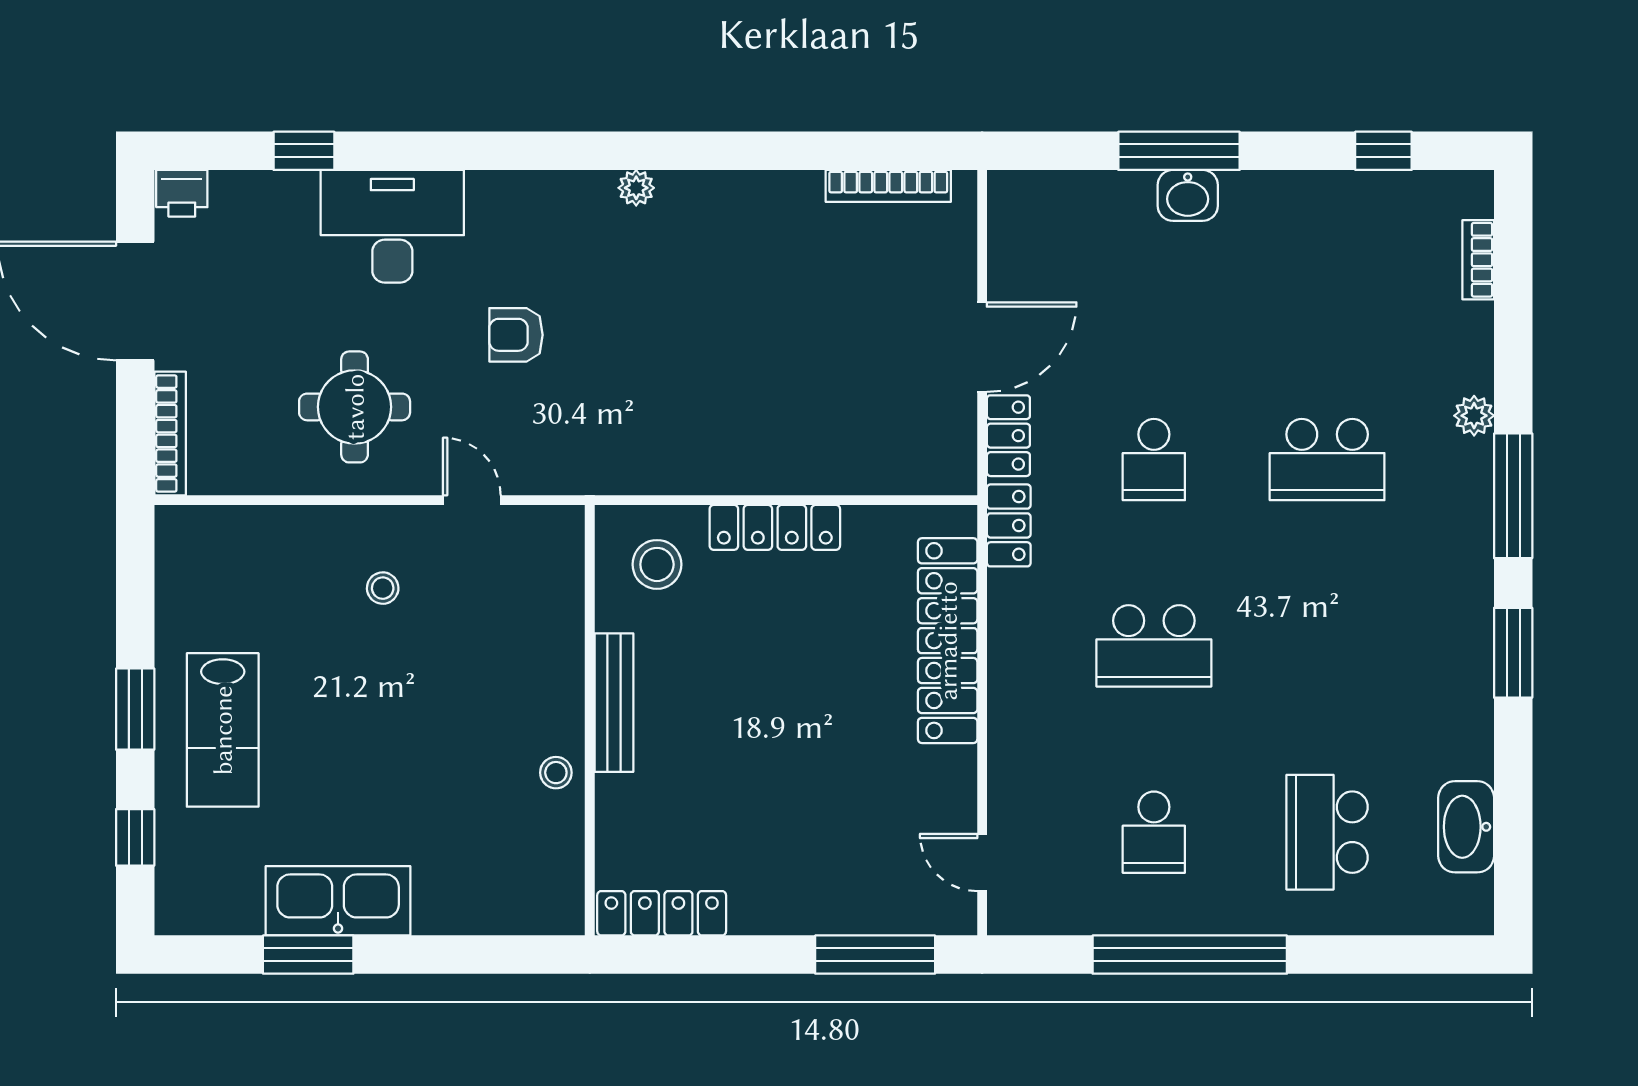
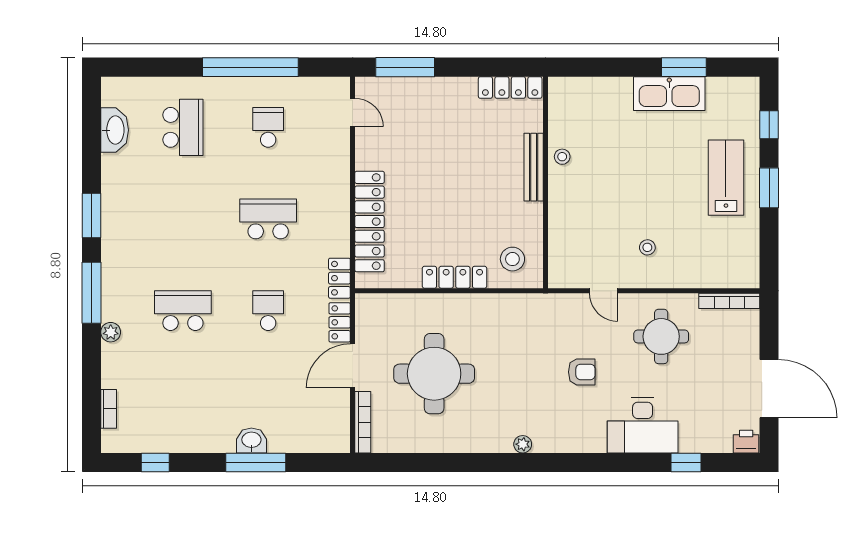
bookcase: (888, 186) -> (363, 422), moved, turned 90
round table: (816, 331) -> (434, 374), added
bookcase: (170, 433) -> (729, 301), moved, turned -90
bench: (614, 703) -> (534, 167), moved

